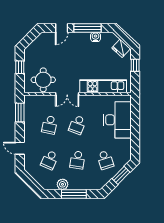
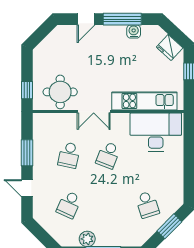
window: (20, 67) -> (27, 90), moved
window: (20, 112) -> (27, 153), moved
desk: (117, 120) -> (156, 132), moved, turned -90
school desk: (77, 160) -> (108, 205), removed

